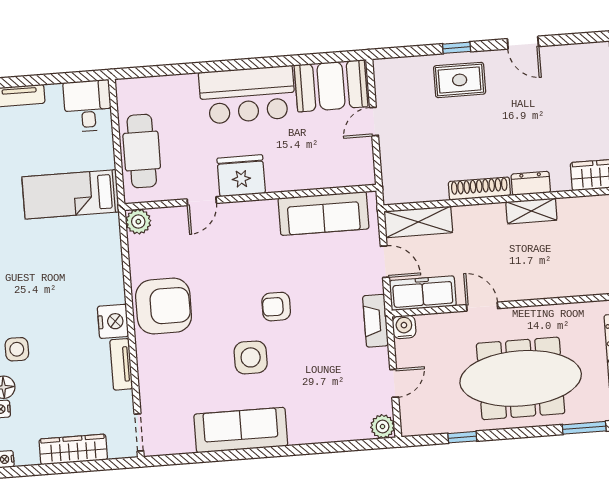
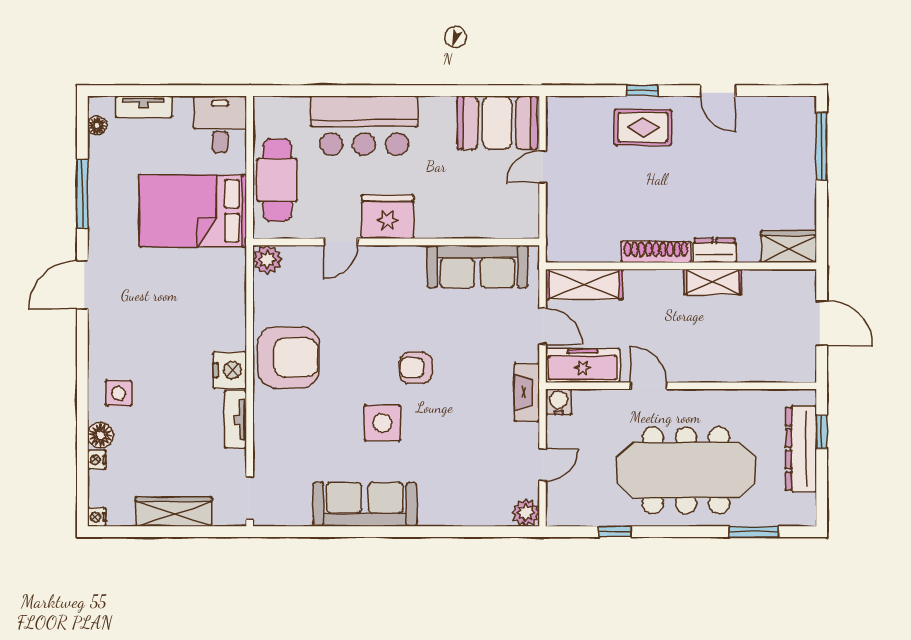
bar counter: (247, 95) -> (364, 126), moved
bed: (70, 194) -> (193, 211), width x1.50

